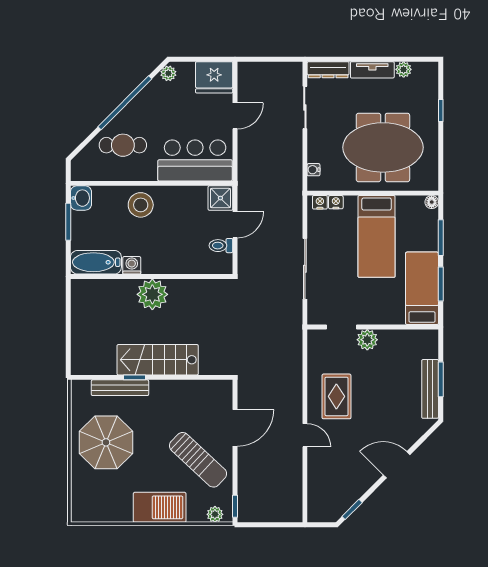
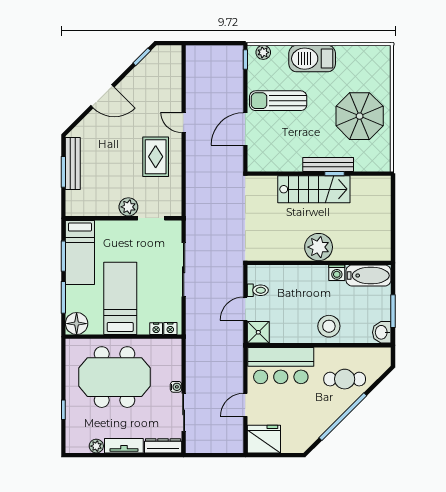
plant: (168, 73) -> (304, 443), removed
water cooler: (313, 170) -> (176, 387), moved
floor lamp: (432, 202) -> (77, 324), width x1.89, depth x1.89
bench: (120, 388) -> (328, 164), moved
sun lounger: (198, 460) -> (278, 101), turned -43

